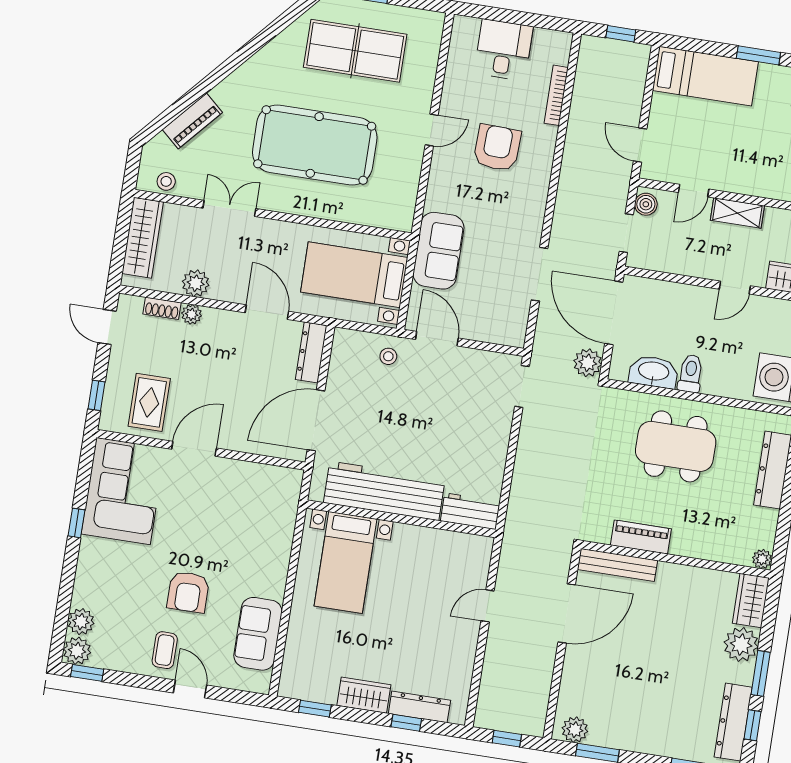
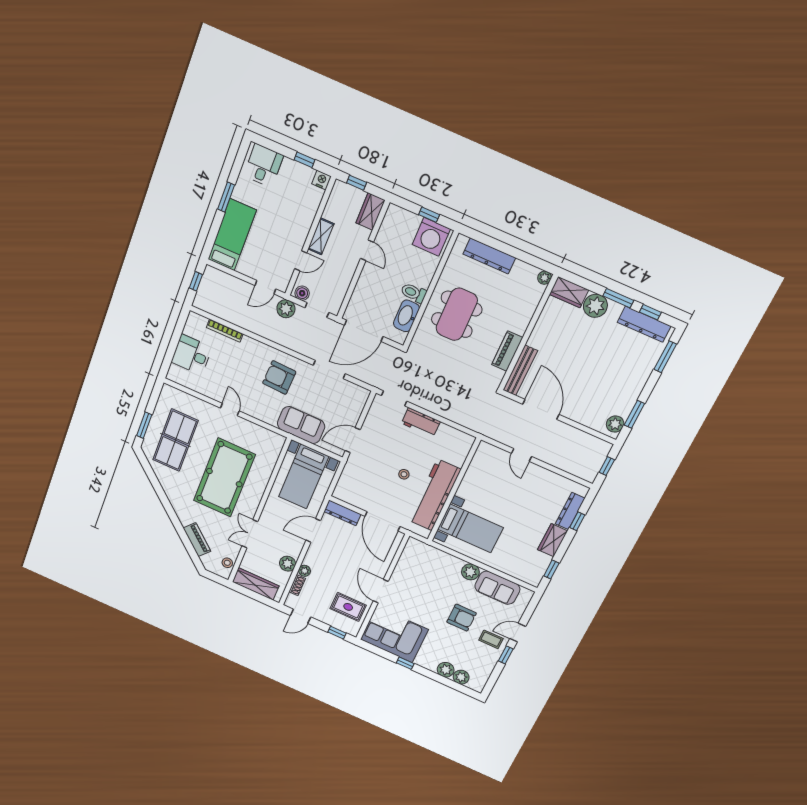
armchair: (497, 148) -> (279, 378), moved
door: (694, 191) -> (301, 261), hinge flipped
stool: (388, 356) -> (404, 474), moved
plant: (588, 363) -> (286, 309), moved
workbench: (470, 511) -> (421, 422), moved, turned -90
plant: (272, 584) -> (470, 572), added
plant: (77, 651) -> (446, 670), moved
window: (87, 673) -> (506, 655), moved

